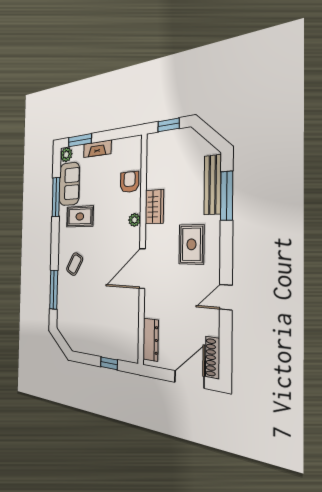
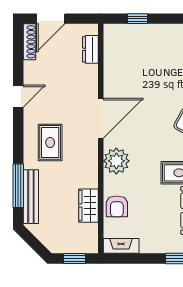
fireplace: (97, 149) -> (121, 246), moved
wardrobe: (154, 207) -> (89, 206), moved
plant: (135, 220) -> (116, 161), width x1.88, depth x1.88
dresser: (151, 340) -> (90, 49), width x0.70

